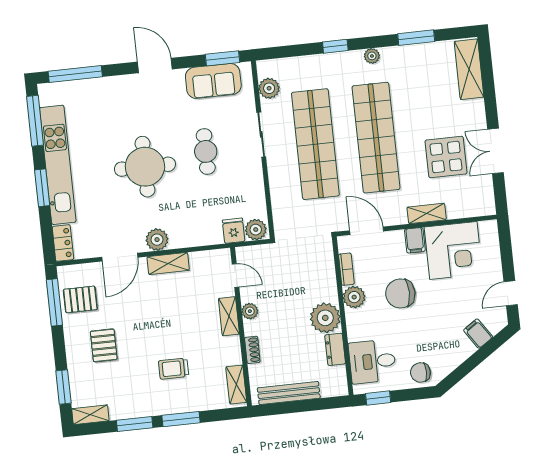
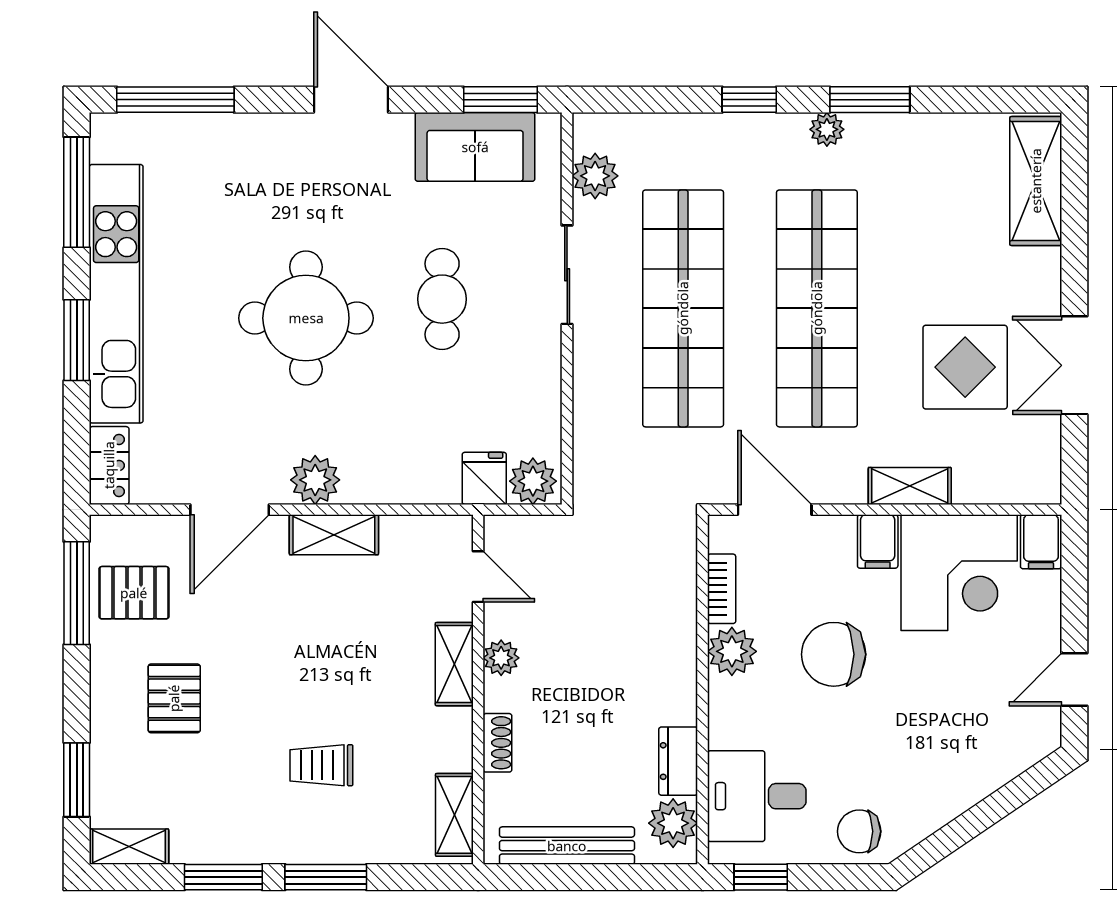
window: (416, 38) -> (870, 100), moved
plant: (325, 318) -> (673, 823), moved, width x0.73, depth x0.73
filing cabinet: (478, 334) -> (1041, 542), moved, turned -146

